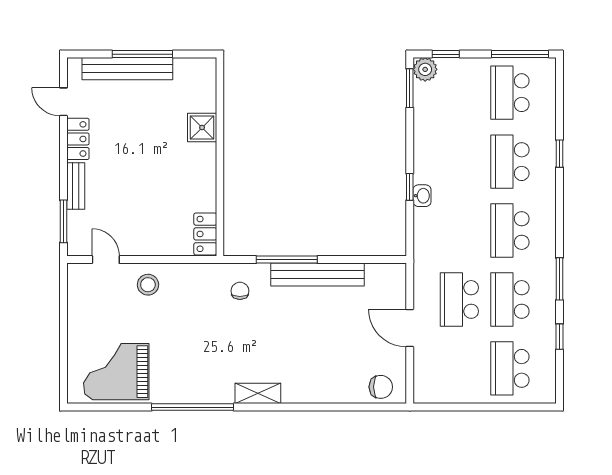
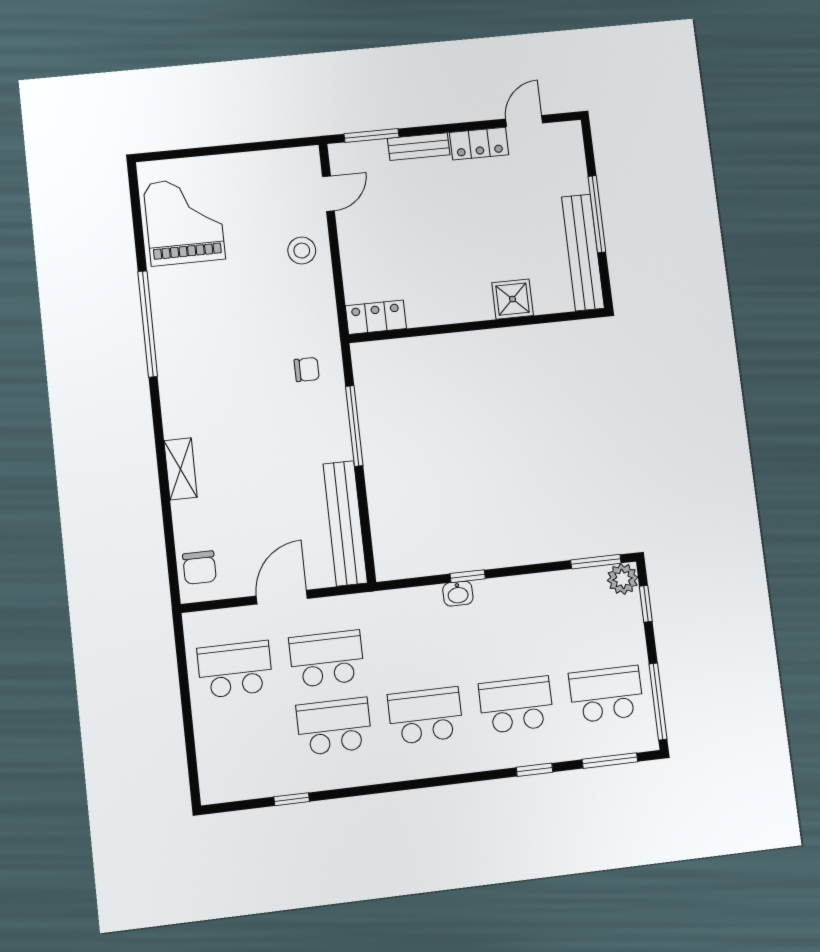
bench: (127, 69) -> (583, 252), moved
bench: (318, 275) -> (345, 523), moved
window: (559, 279) -> (610, 761), moved
school desk: (510, 368) -> (235, 669), moved
shelving: (258, 393) -> (181, 469), moved

